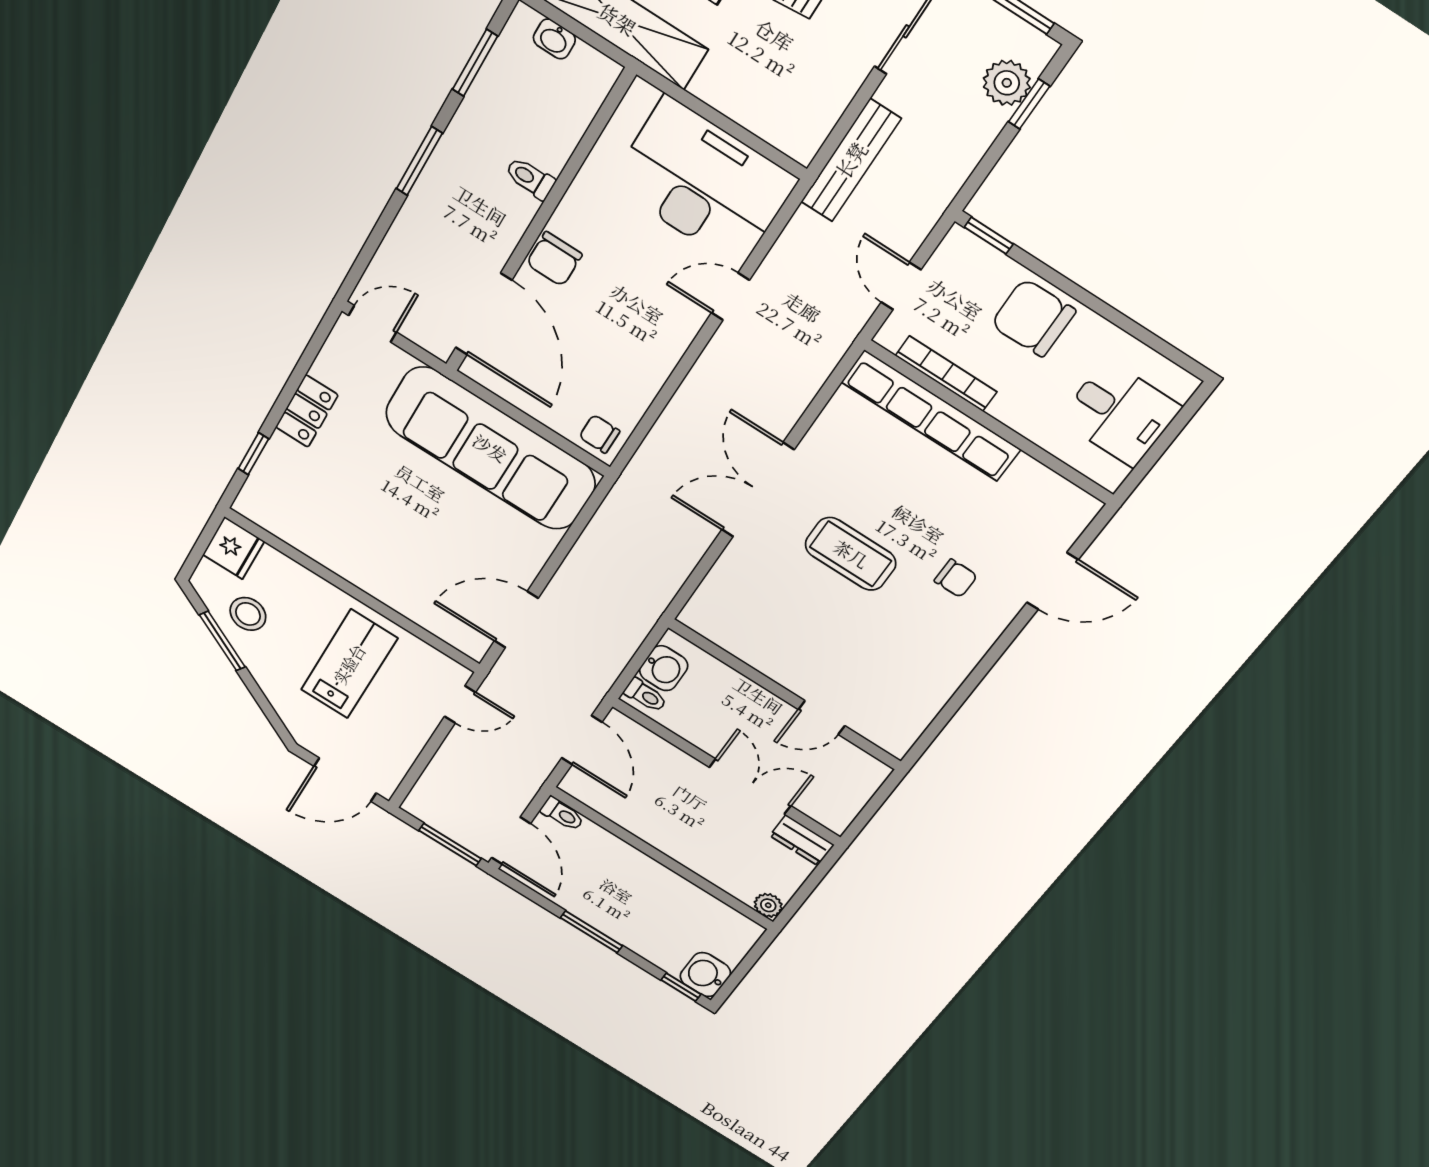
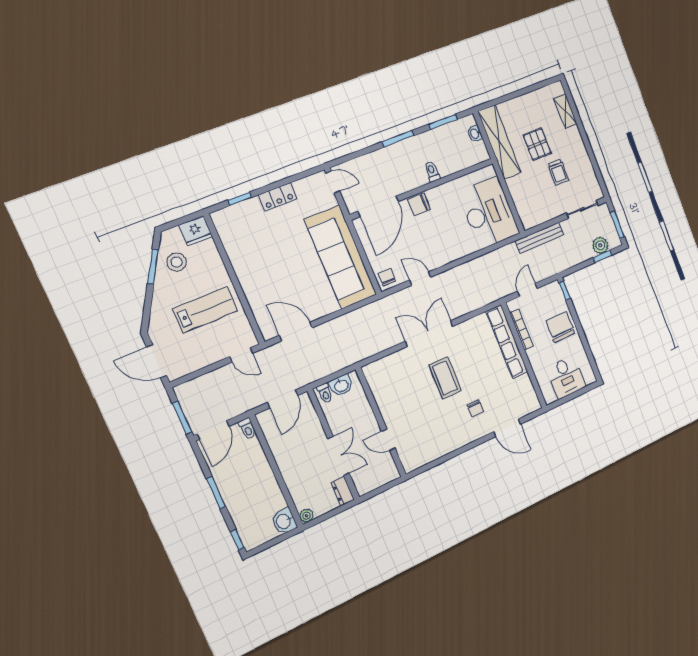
door: (730, 296) -> (420, 279), moved
washbasin: (705, 975) -> (284, 521), moved, turned -90

